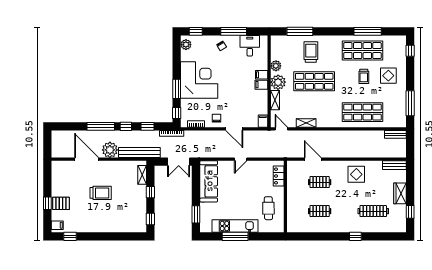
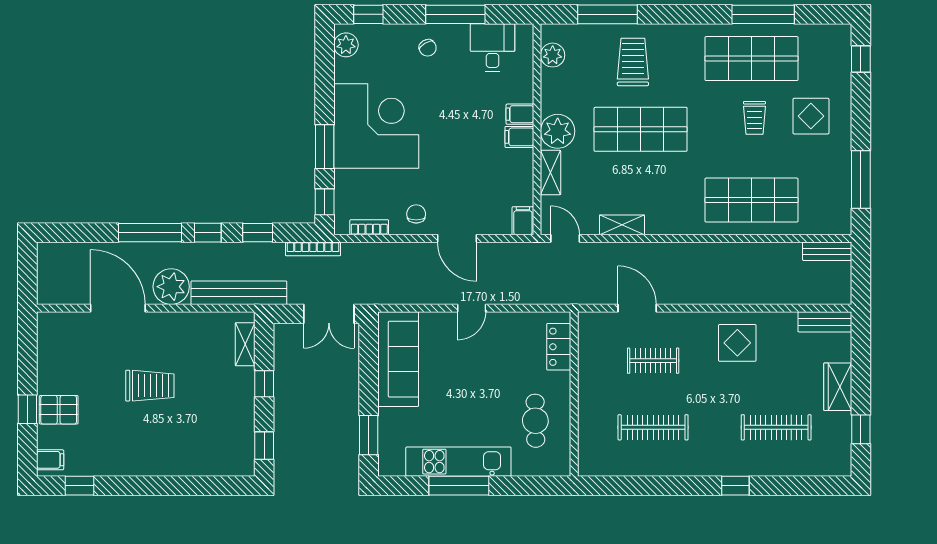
plant: (276, 66) -> (553, 55), moved
clothes rail: (320, 211) -> (653, 427), width x1.36

